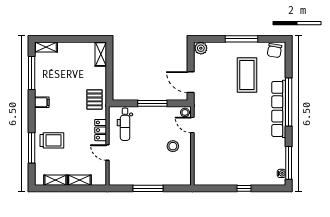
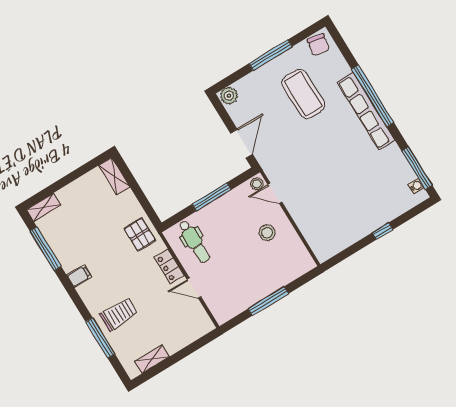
door: (191, 82) -> (241, 144), swing flipped
shelving: (79, 180) -> (181, 341), removed

